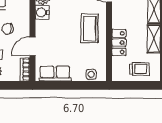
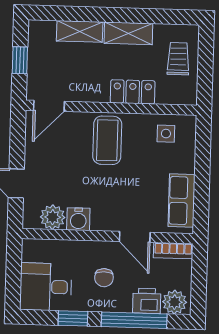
coffee table: (90, 28) -> (107, 140), turned 90
side table: (91, 74) -> (166, 134), moved

